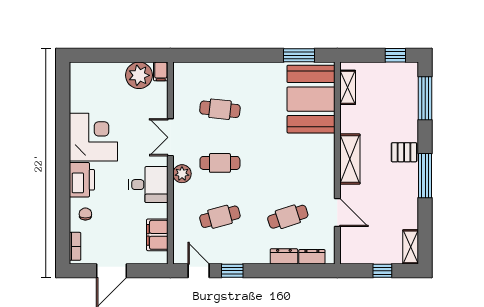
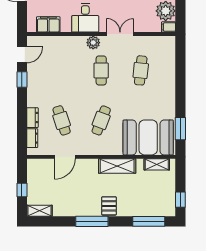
shelving: (350, 159) -> (117, 166), moved
cafe table: (220, 217) -> (101, 120), moved, turned 36

